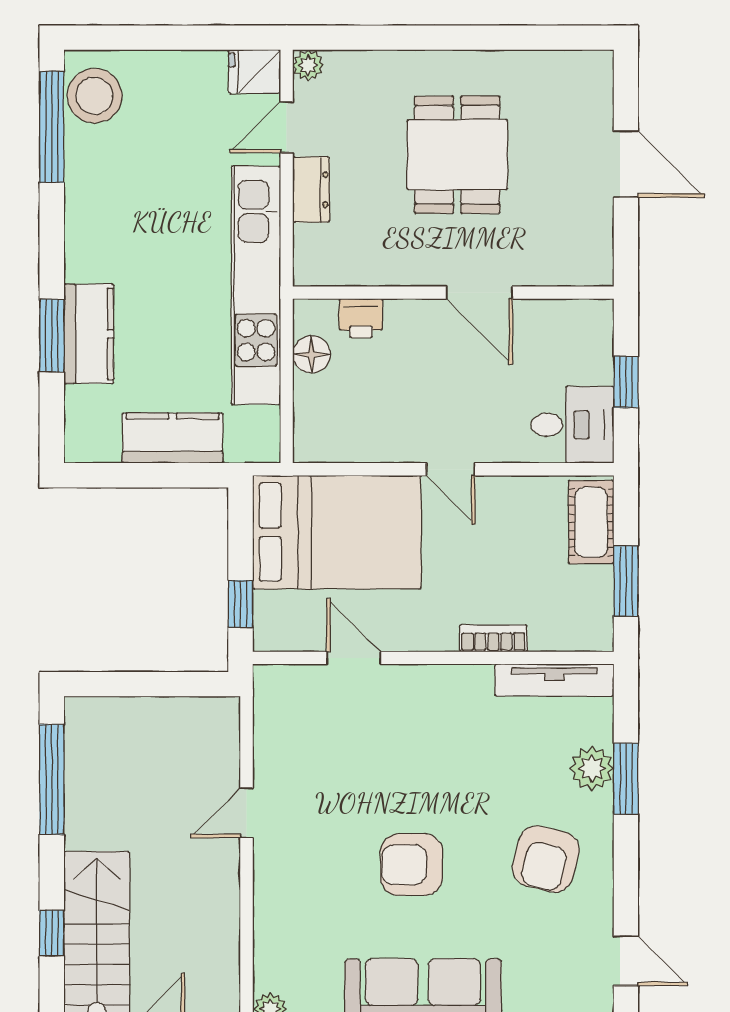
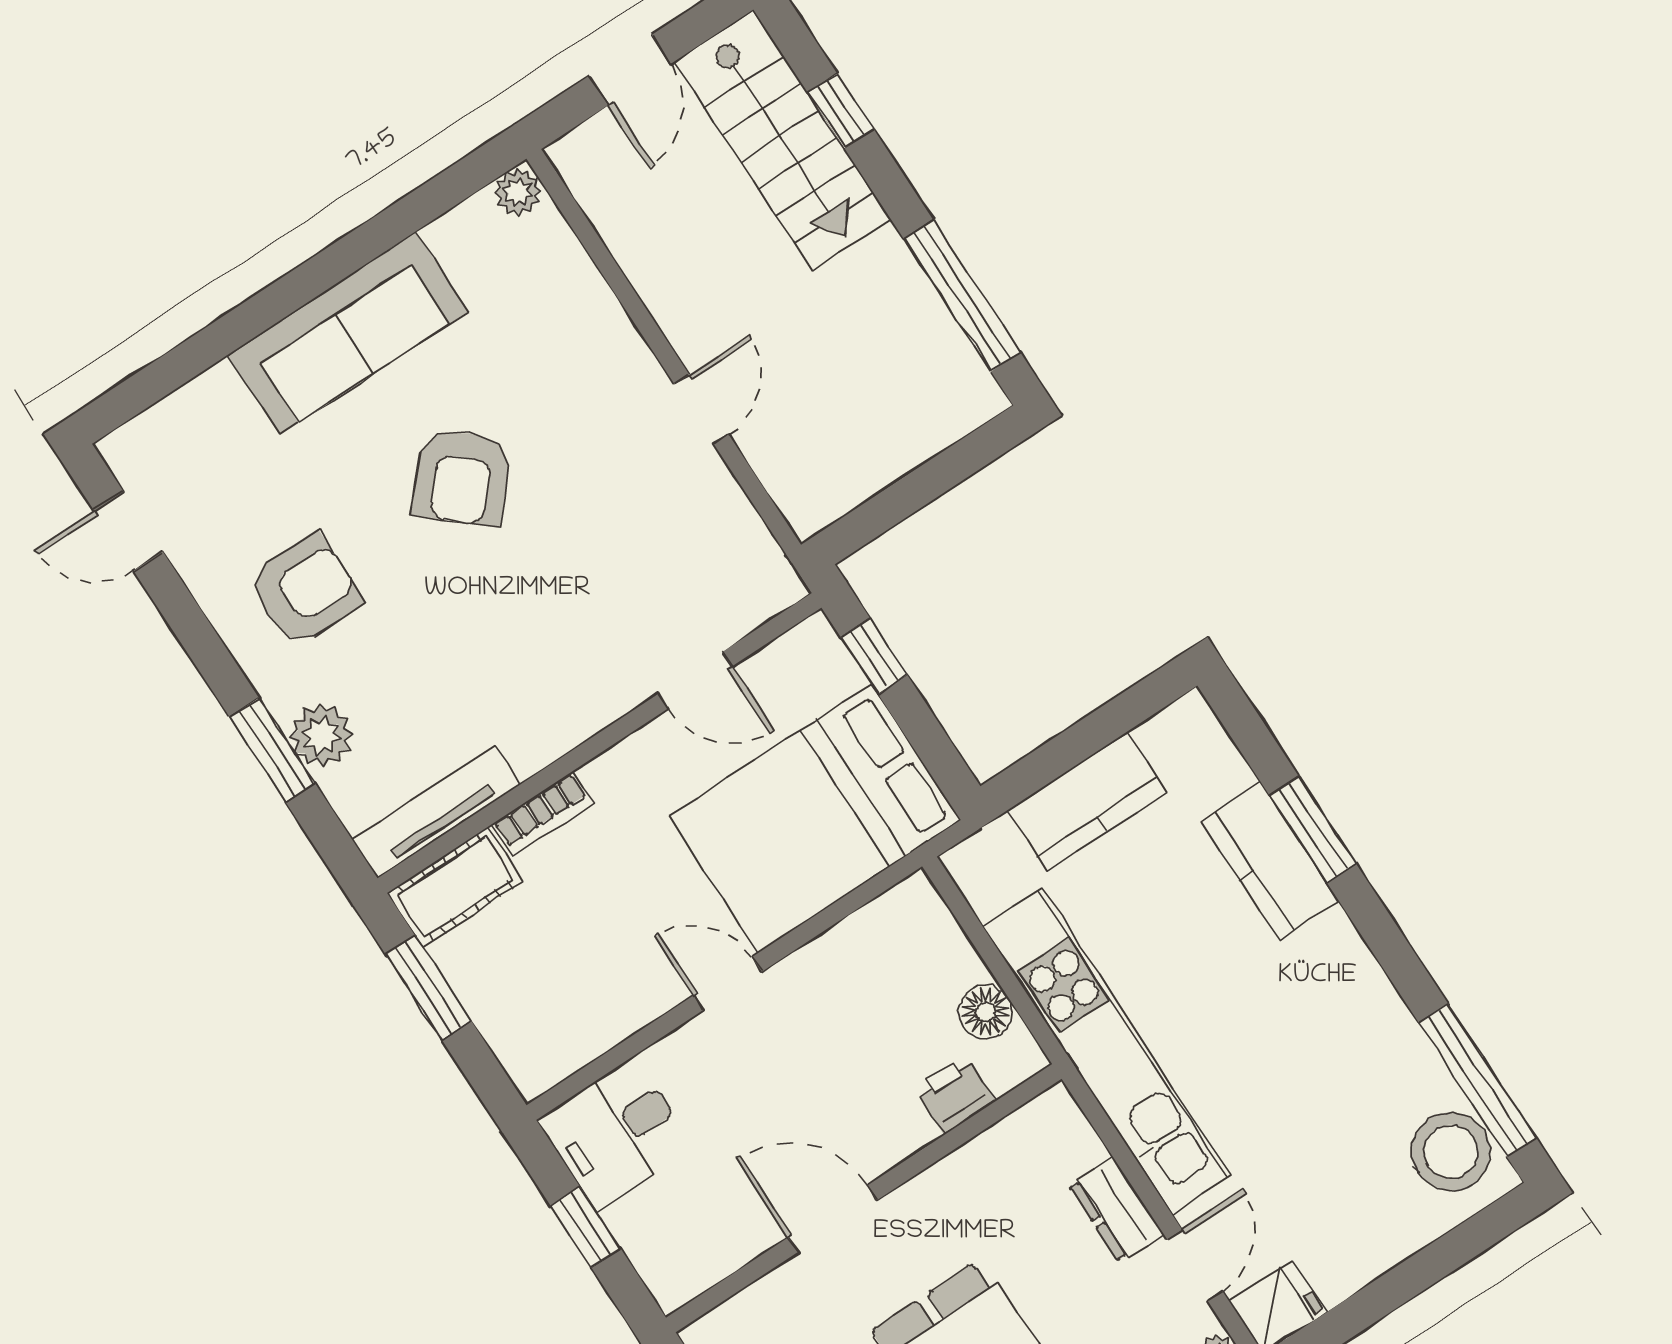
cot: (591, 522) -> (455, 887), moved, turned 90
armchair: (546, 859) -> (305, 590), turned 76
armchair: (412, 865) -> (462, 477), turned 132

